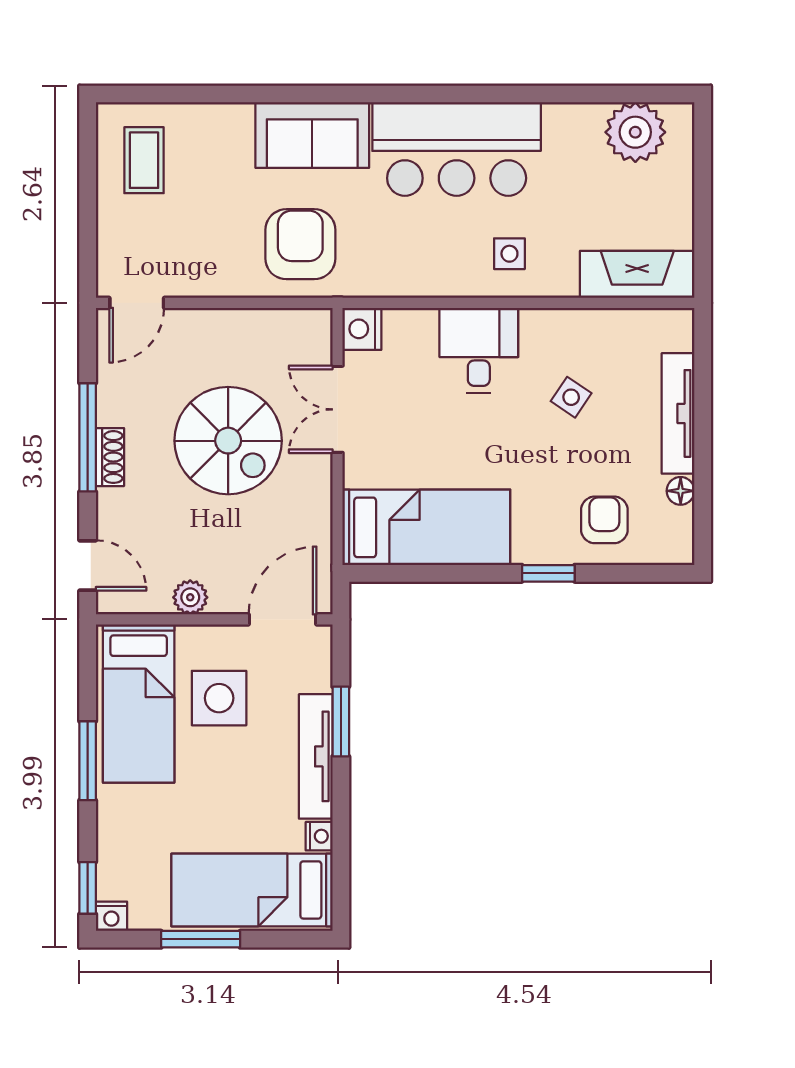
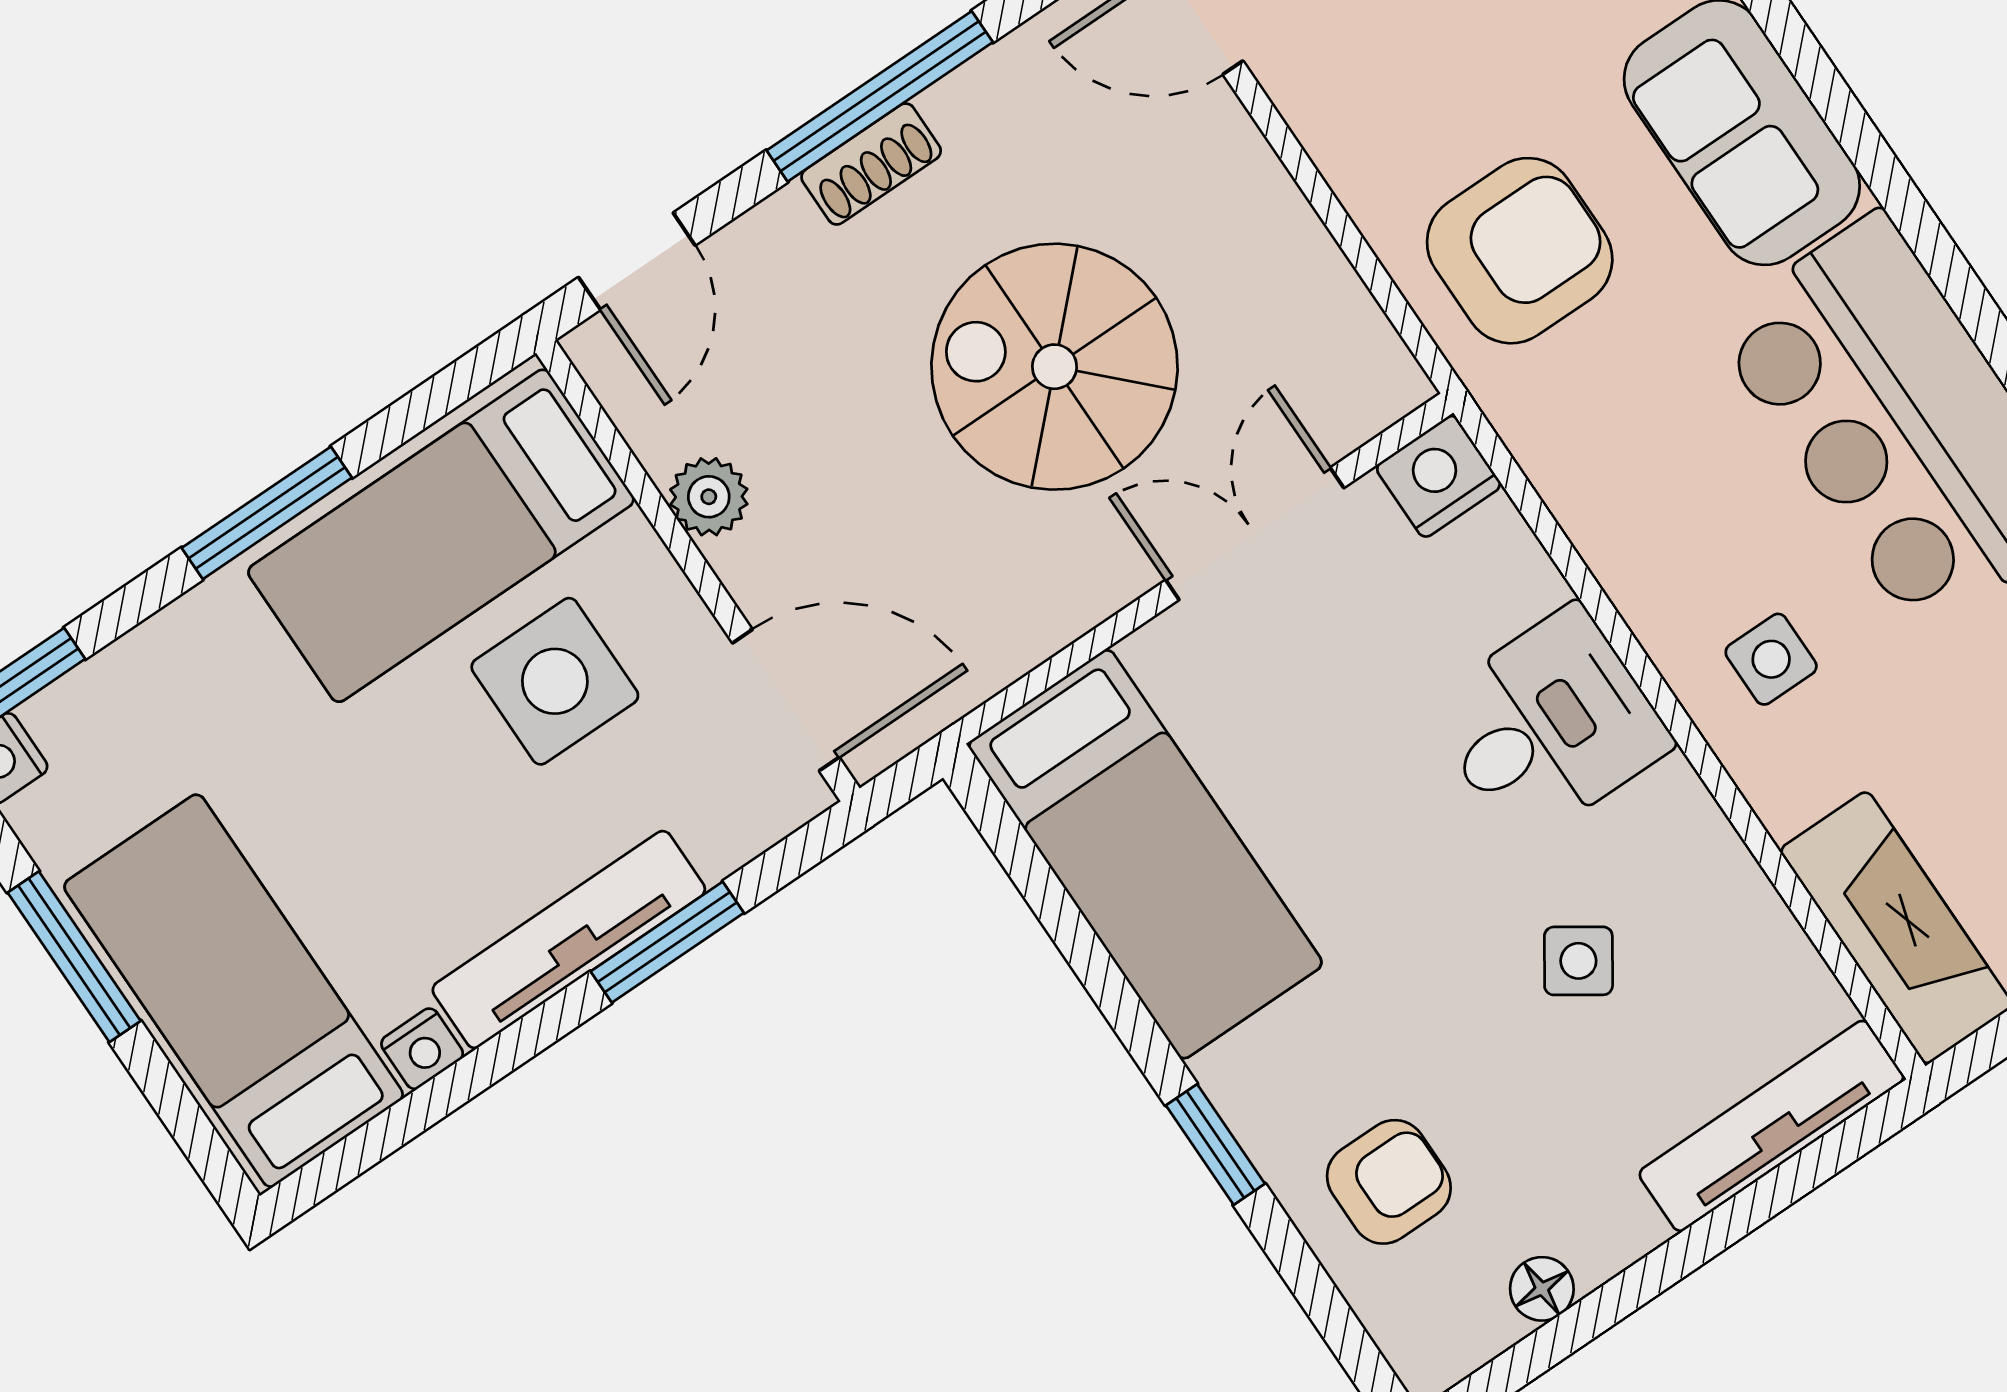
tv unit: (678, 413) -> (1771, 1126), moved
spiral stairs: (228, 441) -> (1055, 367), turned 90

